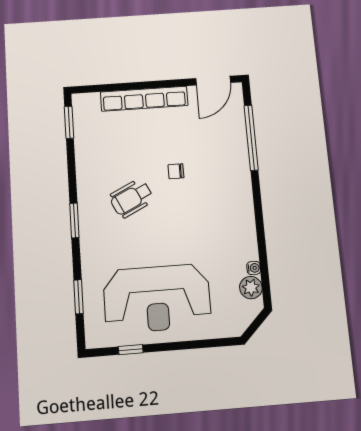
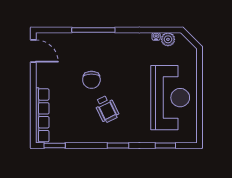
row of seats: (144, 99) -> (42, 115), moved
window: (251, 138) -> (93, 30), moved
chair: (176, 171) -> (91, 80), width x1.87, depth x1.87
window: (131, 350) -> (200, 116), removed

